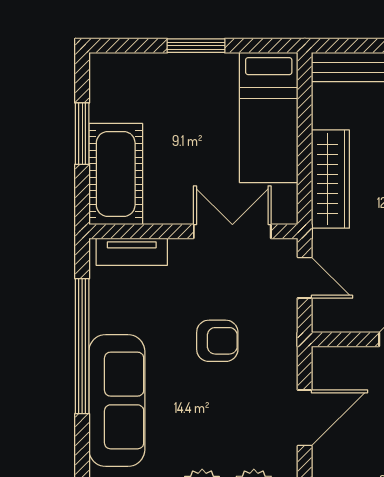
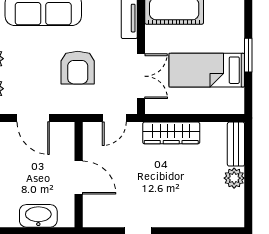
bed: (269, 118) -> (207, 70), moved
armchair: (217, 341) -> (78, 68), width x1.38, depth x1.38

